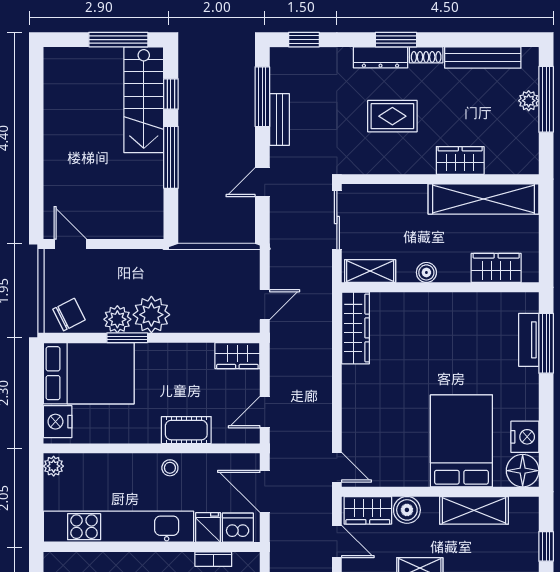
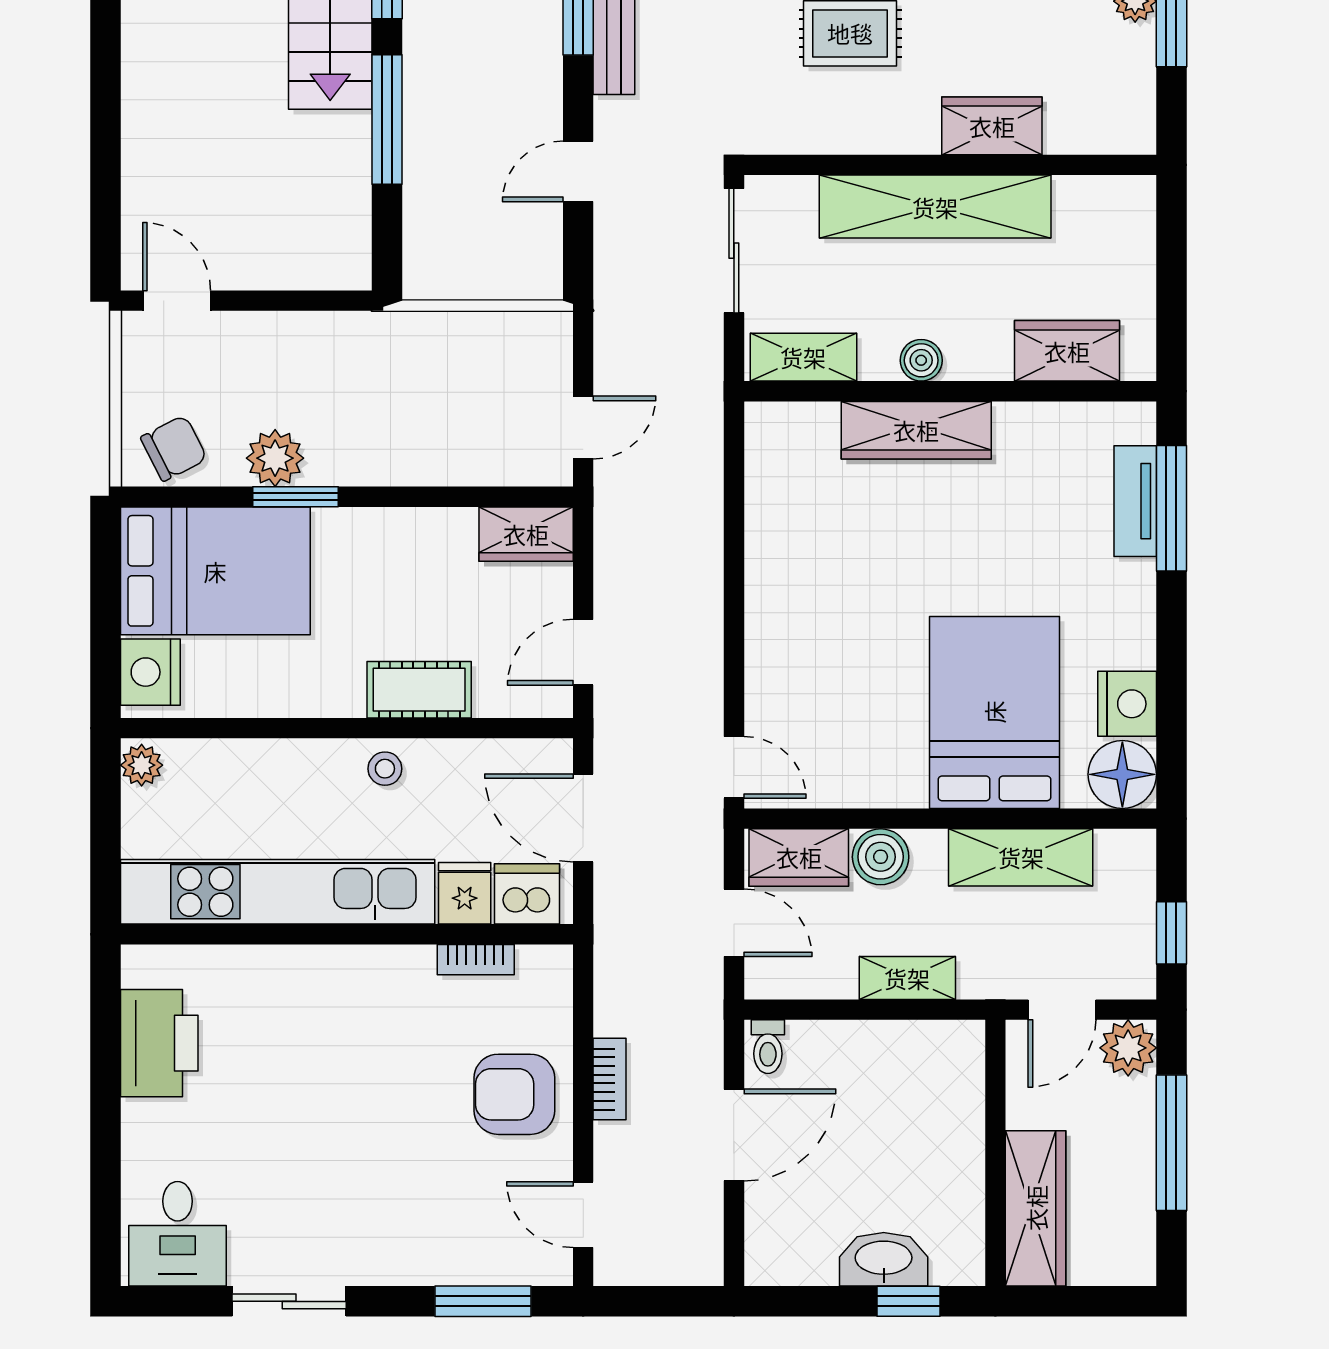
shelving: (483, 199) -> (935, 207), moved
plant: (151, 315) -> (346, 448), removed
wardrobe: (356, 328) -> (916, 430), moved, turned 90

